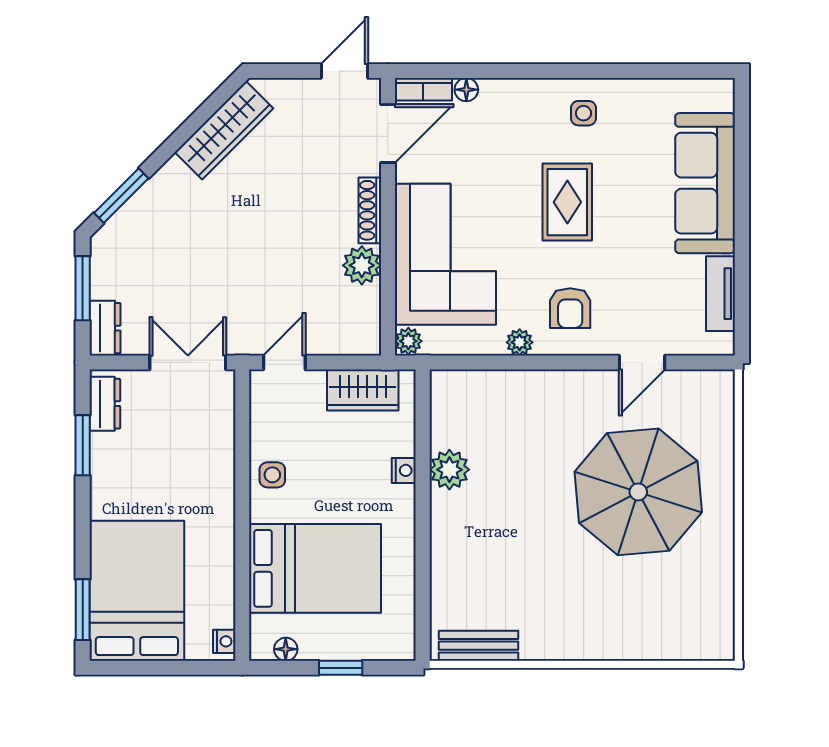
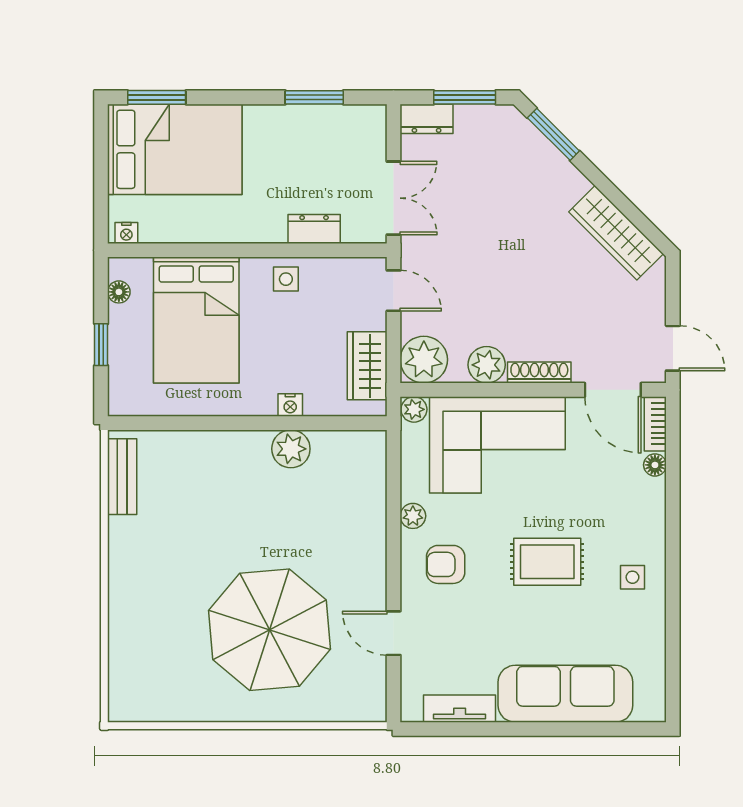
plant: (356, 331) -> (424, 360), added
dresser: (105, 404) -> (314, 229), moved, turned 180

